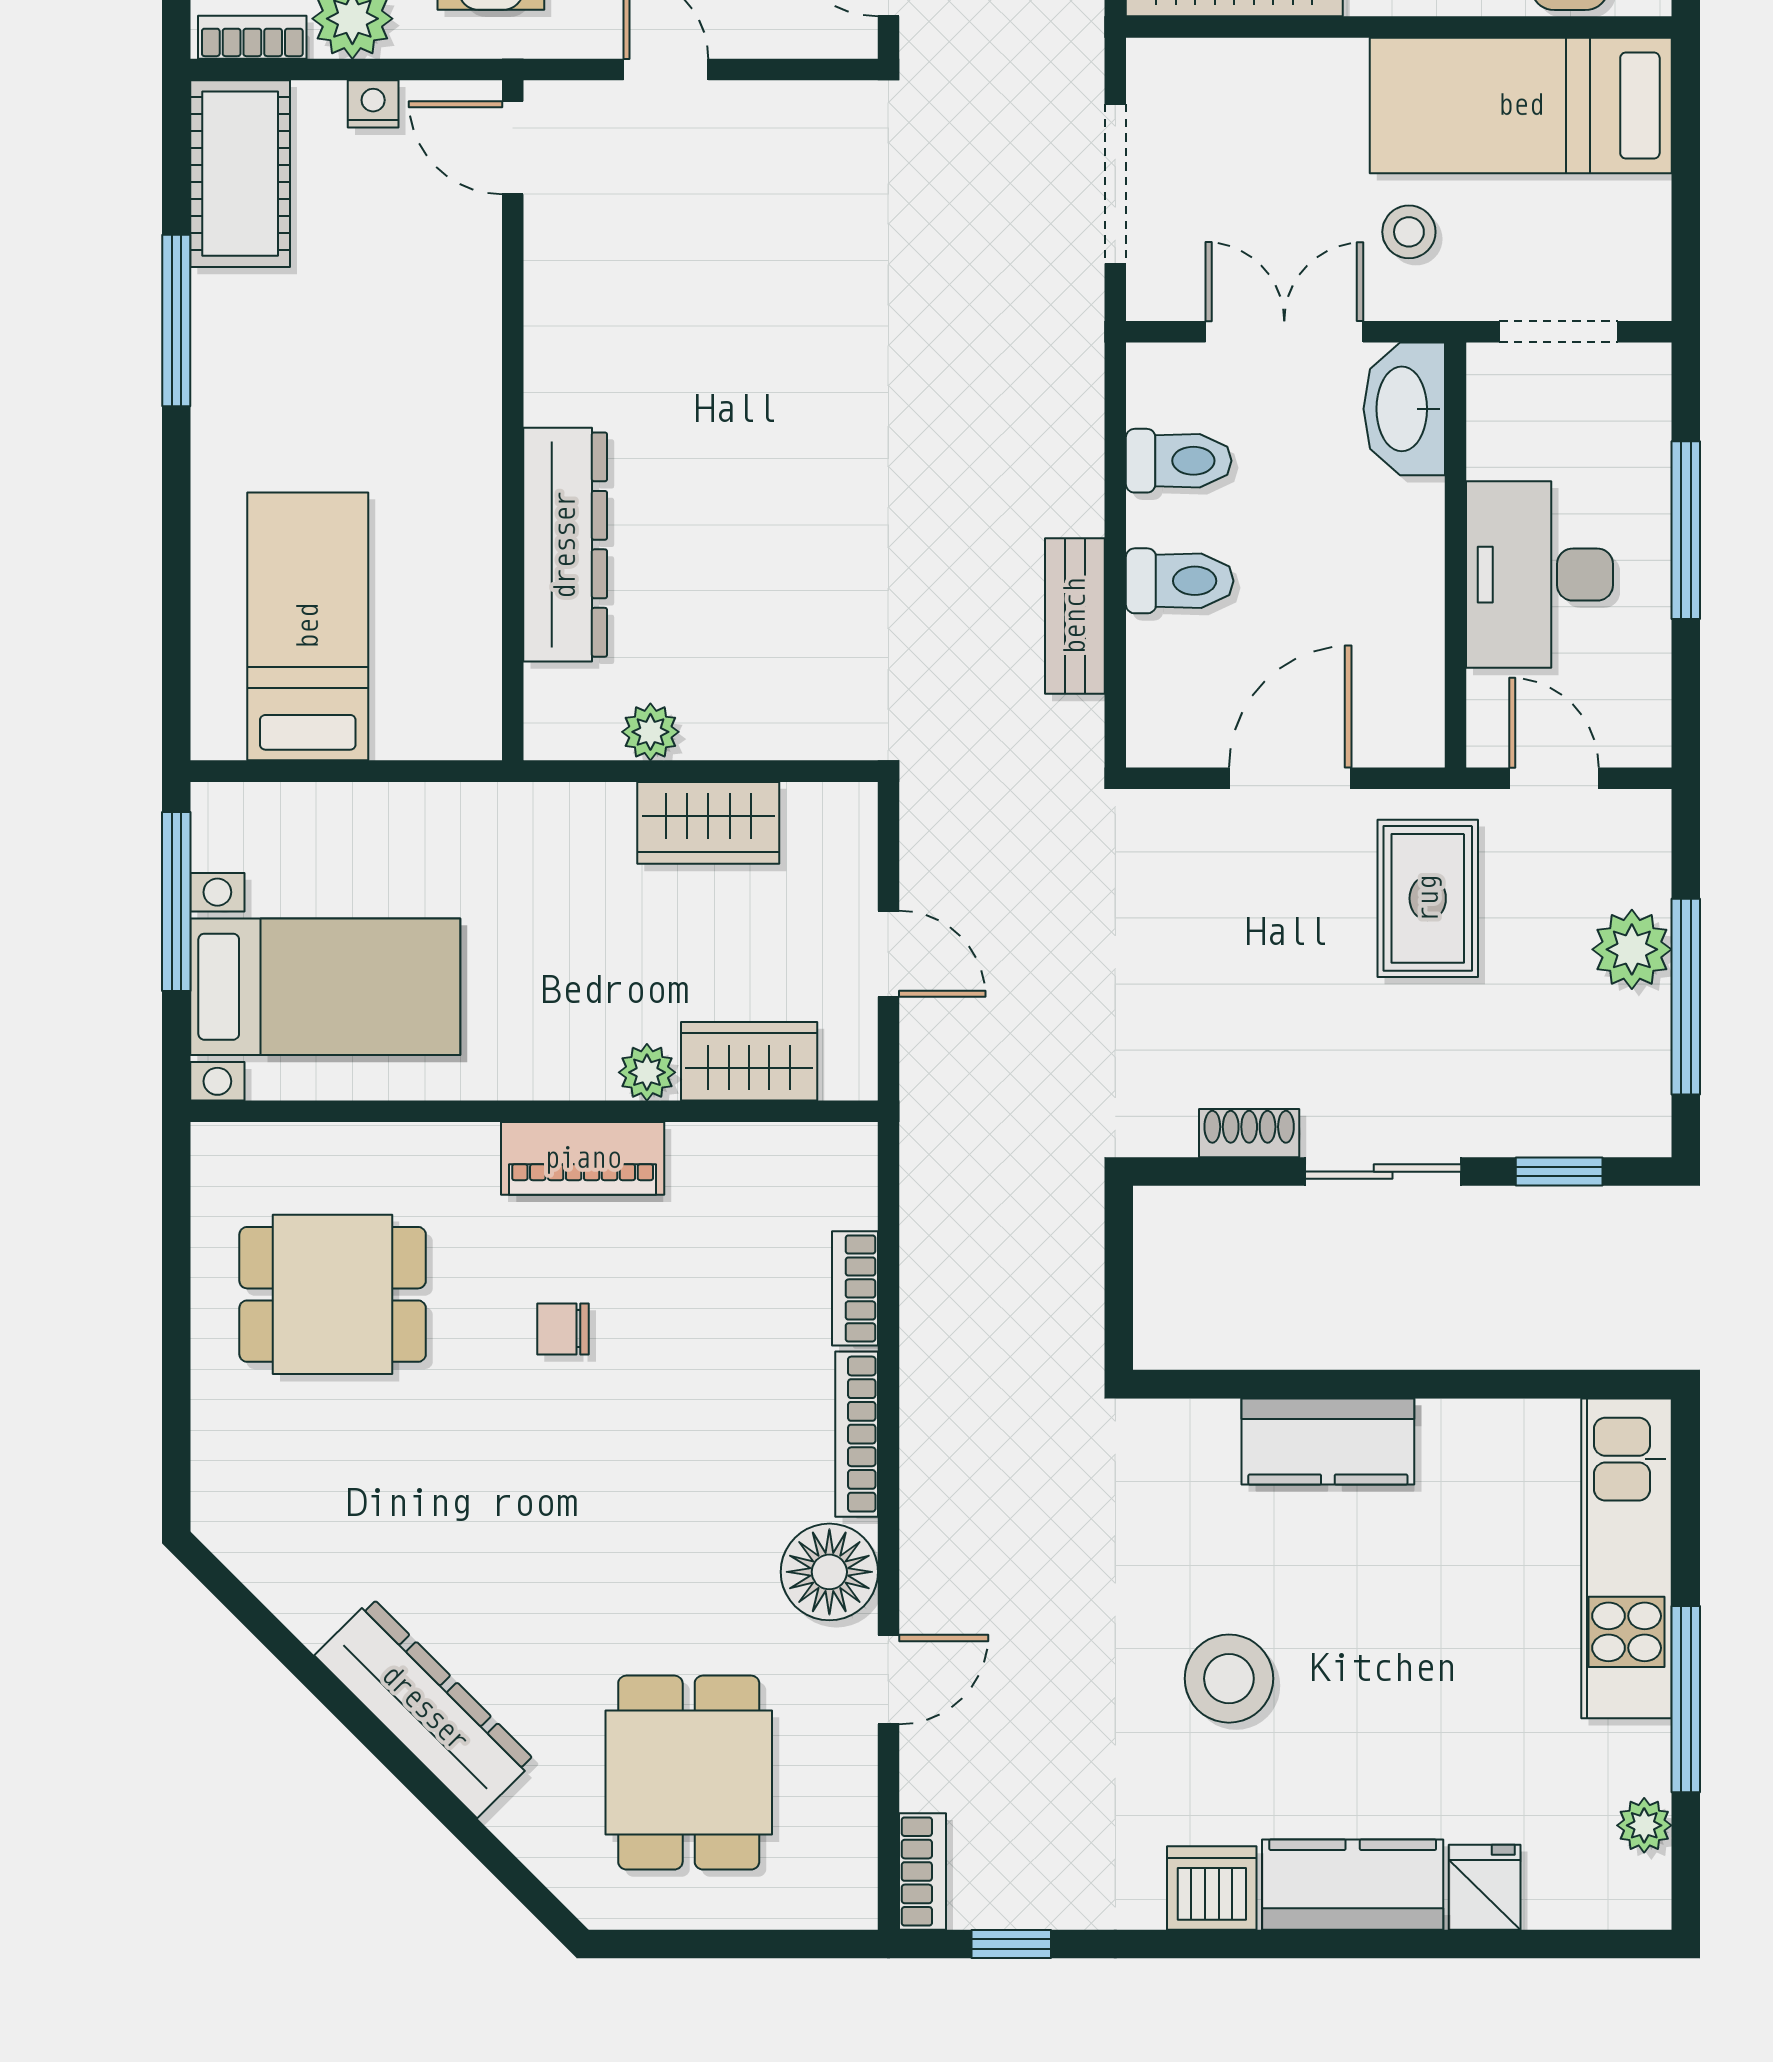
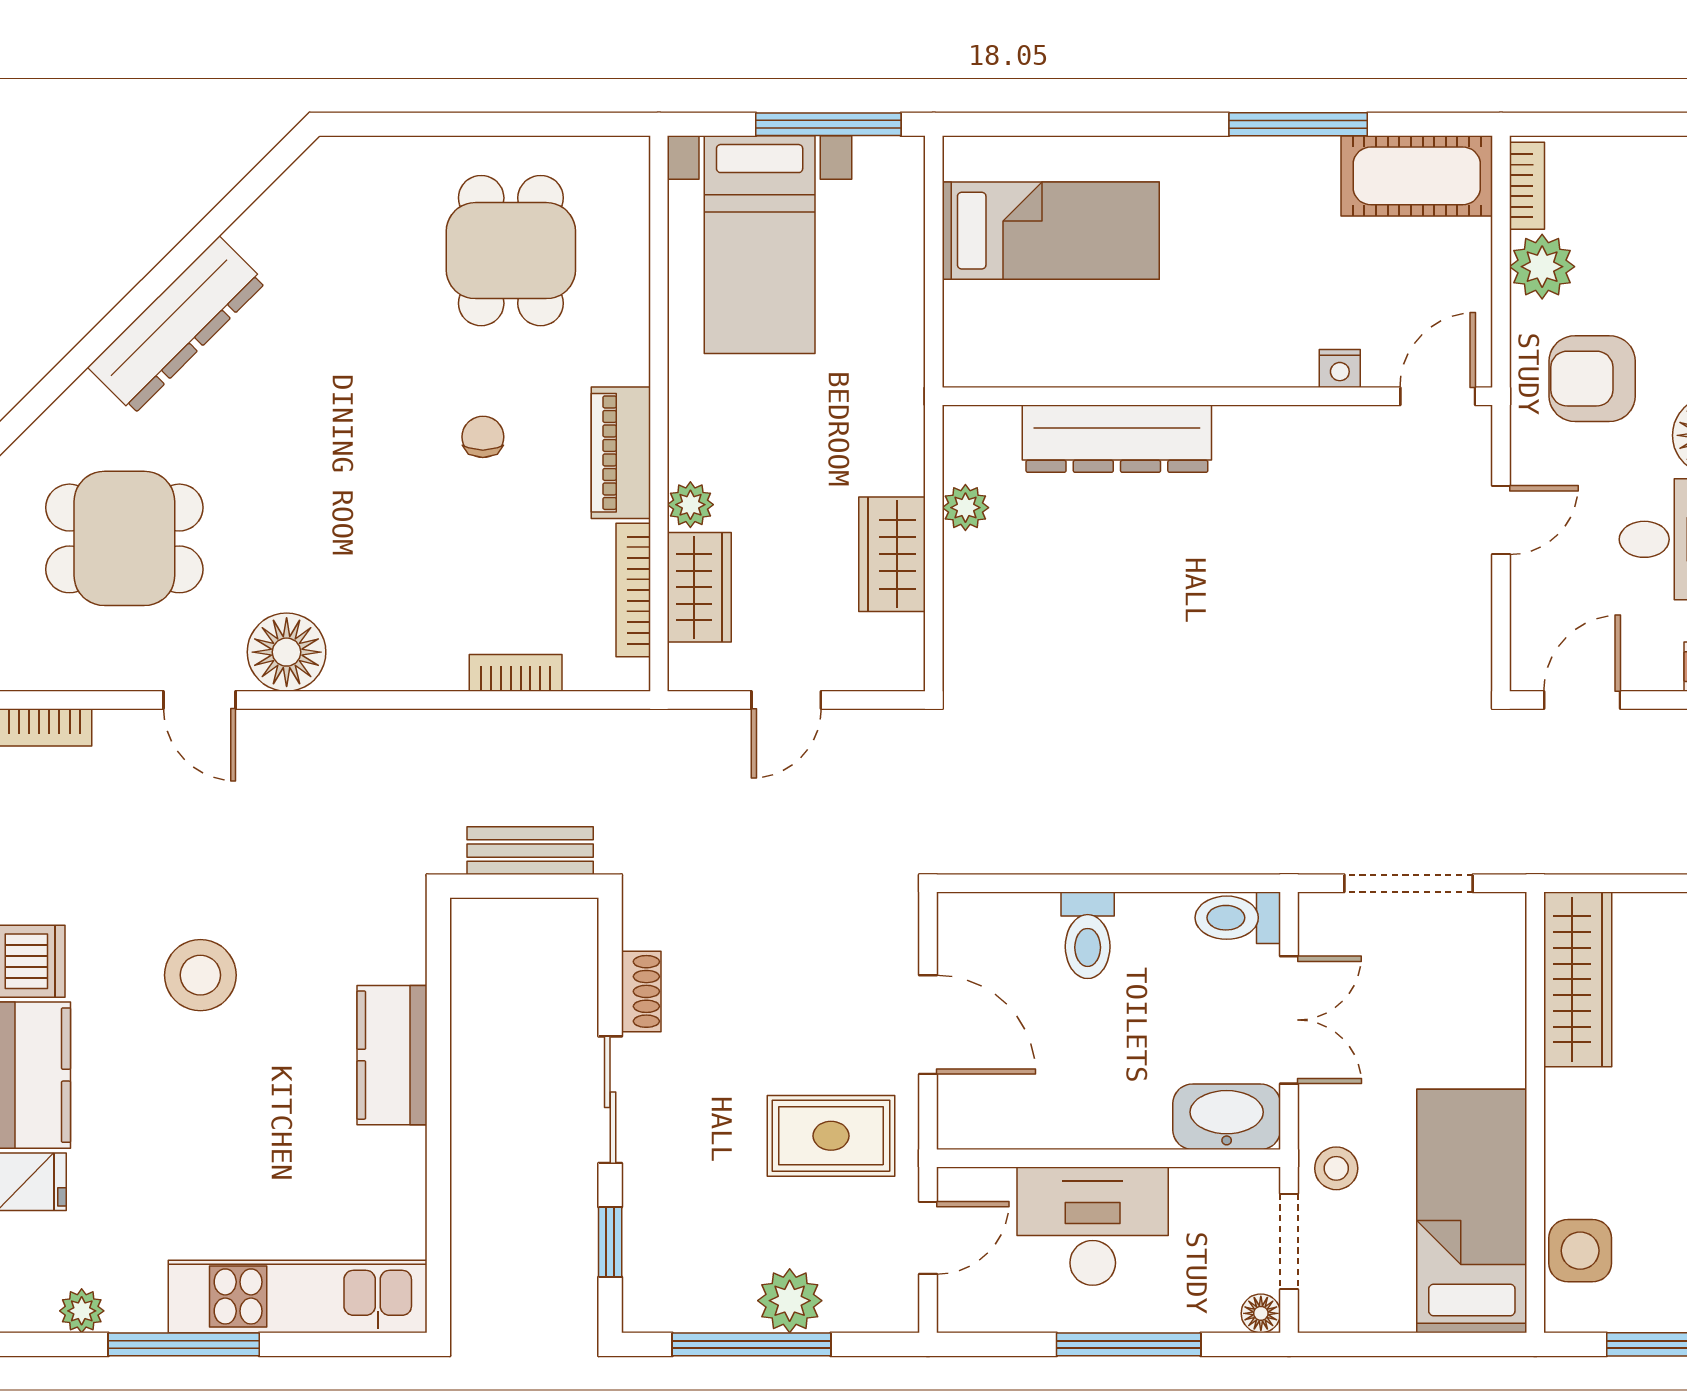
nightstand: (373, 104) -> (1340, 369), moved, turned 90
stool: (1409, 232) -> (1336, 1168), moved
floor lamp: (1647, 367) -> (1261, 1313), added
toilet: (1179, 461) -> (1238, 918), moved, turned 90
bench: (1075, 616) -> (530, 851), moved
bookcase: (857, 1434) -> (633, 590), moved, turned -90

